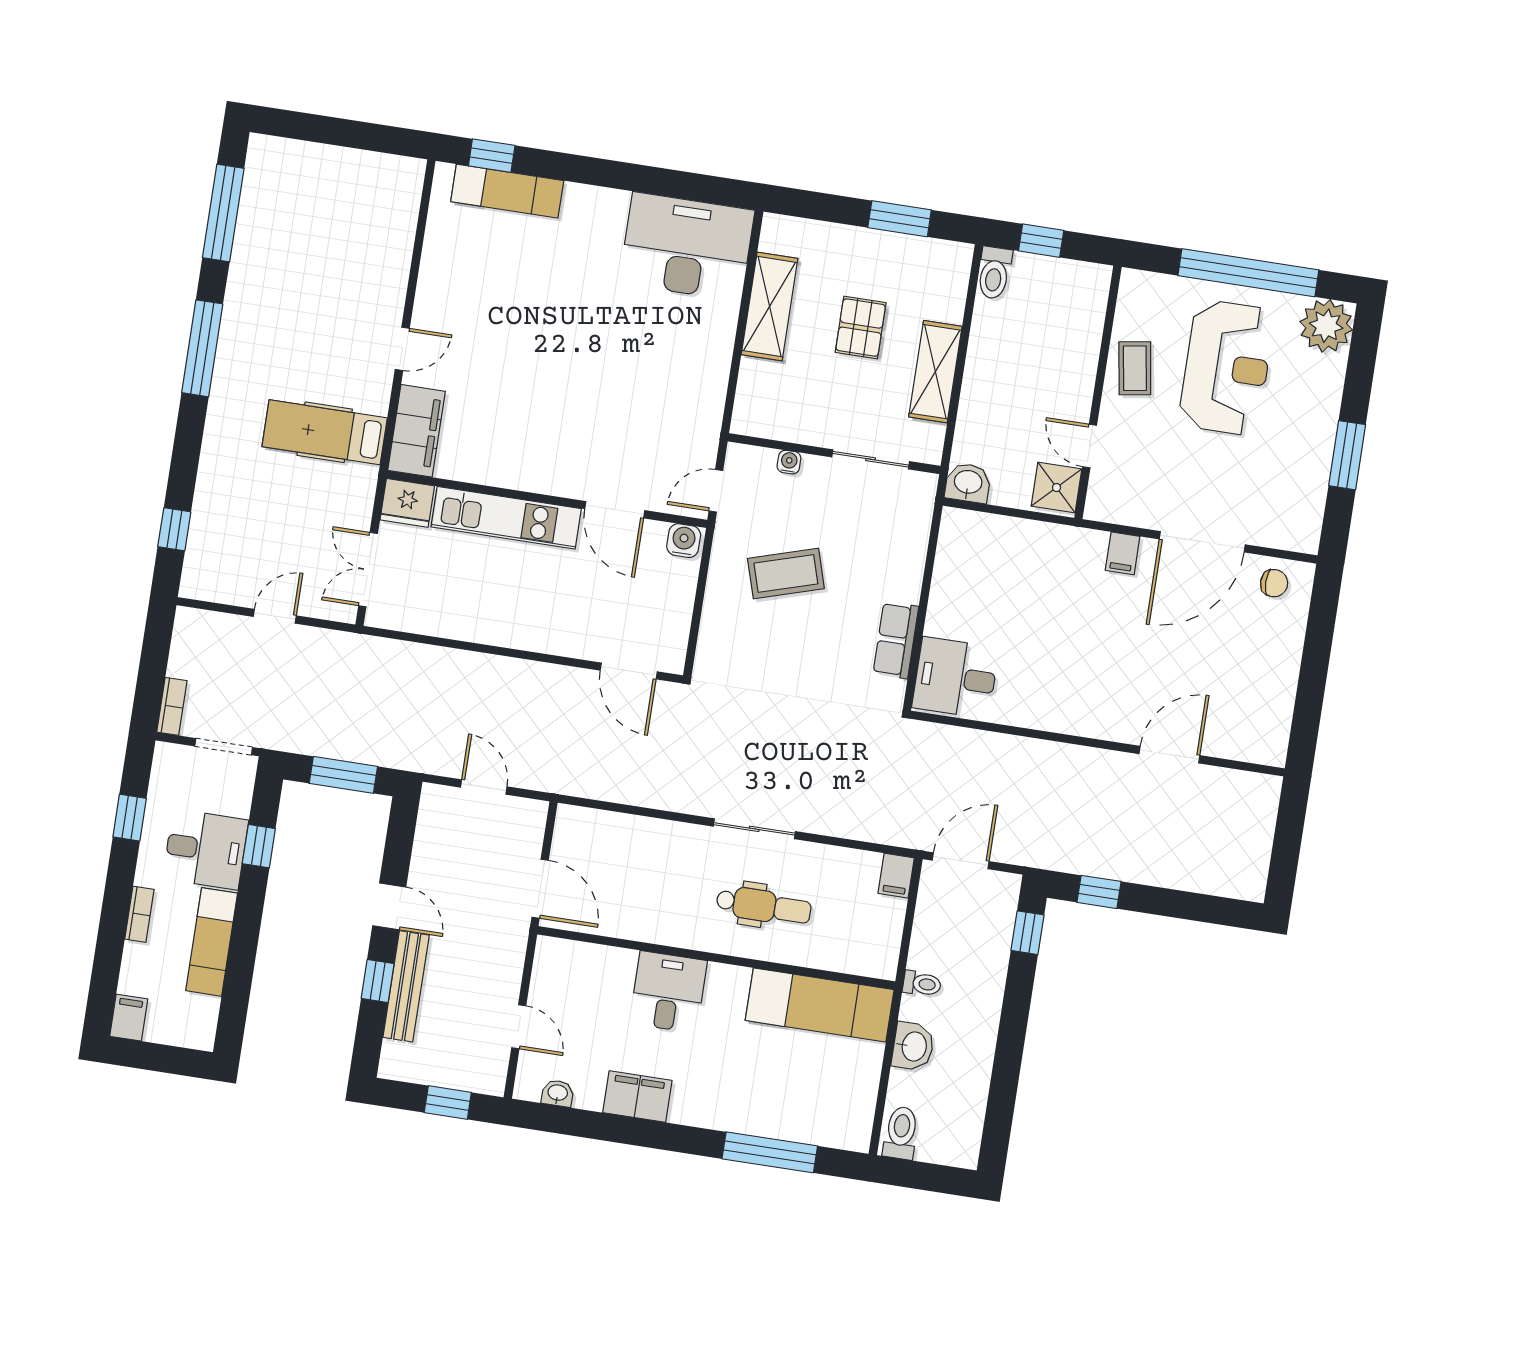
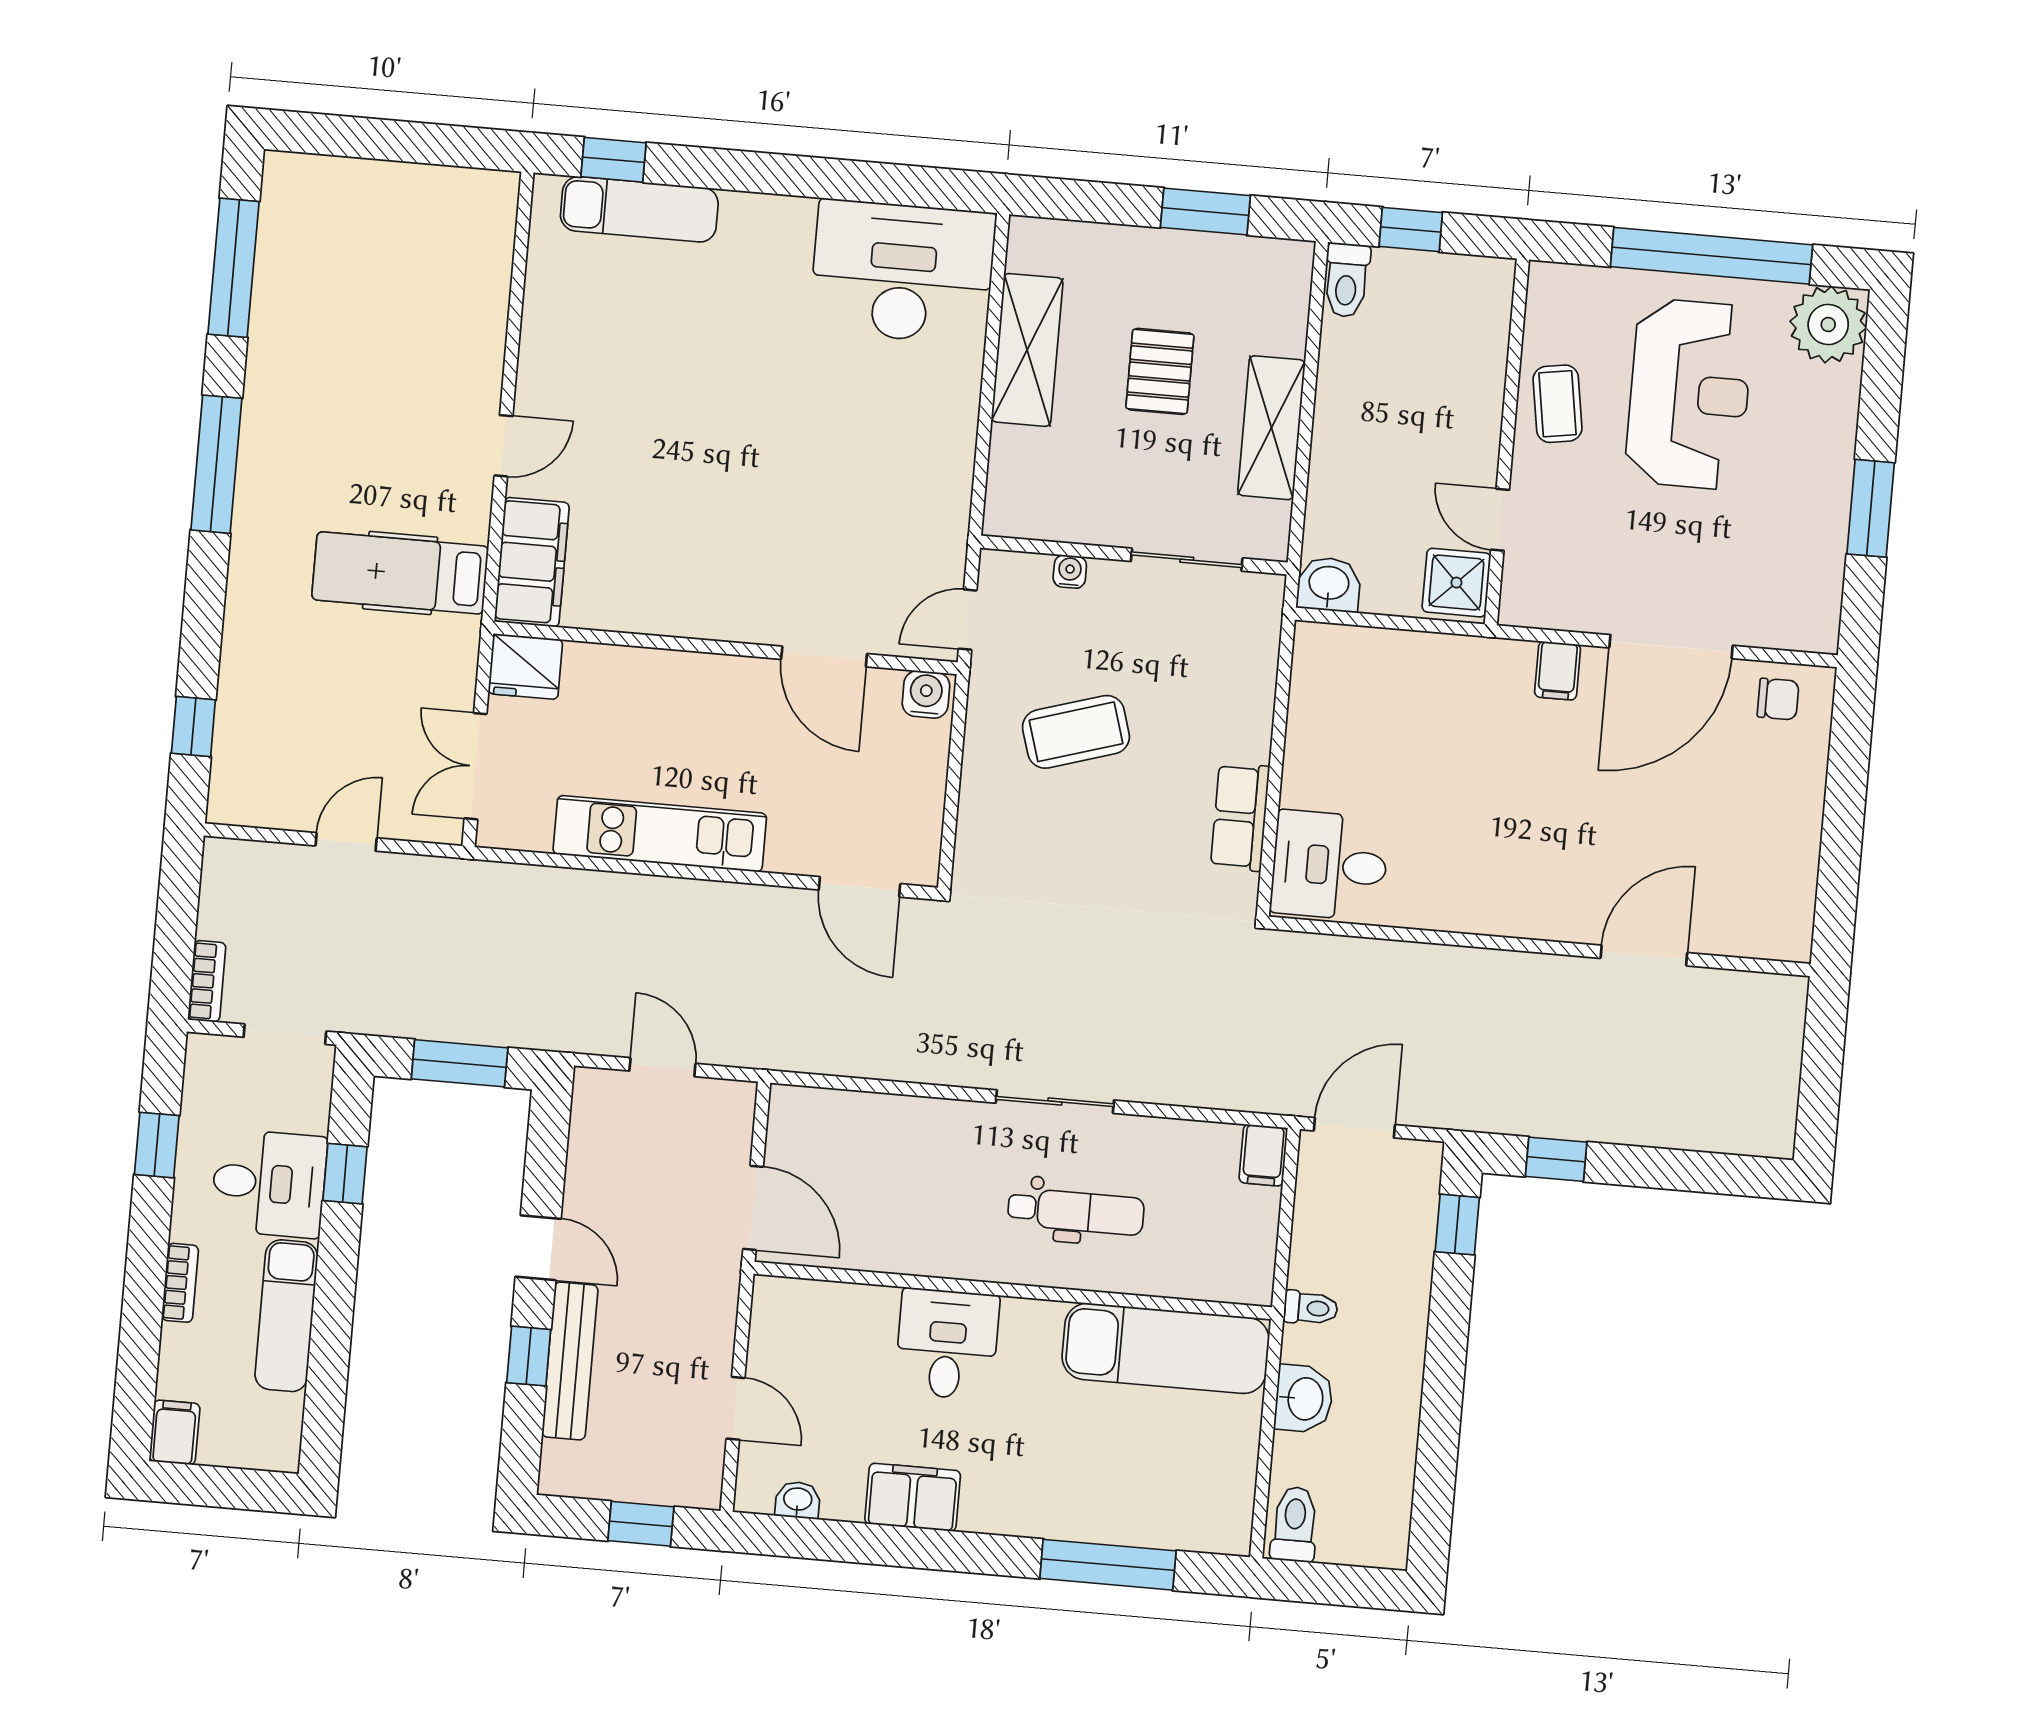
kitchen unit: (506, 518) -> (660, 834), moved, turned 180

